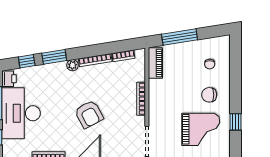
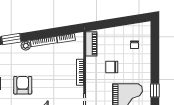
window: (180, 37) -> (111, 23), removed
chair: (209, 95) -> (112, 67), moved
armchair: (89, 114) -> (23, 85), moved, turned -152

